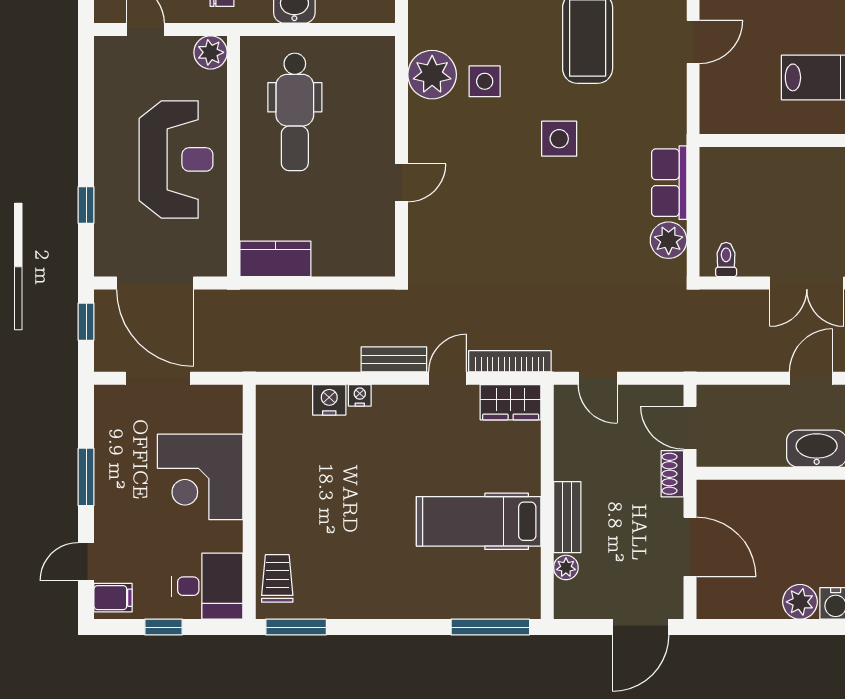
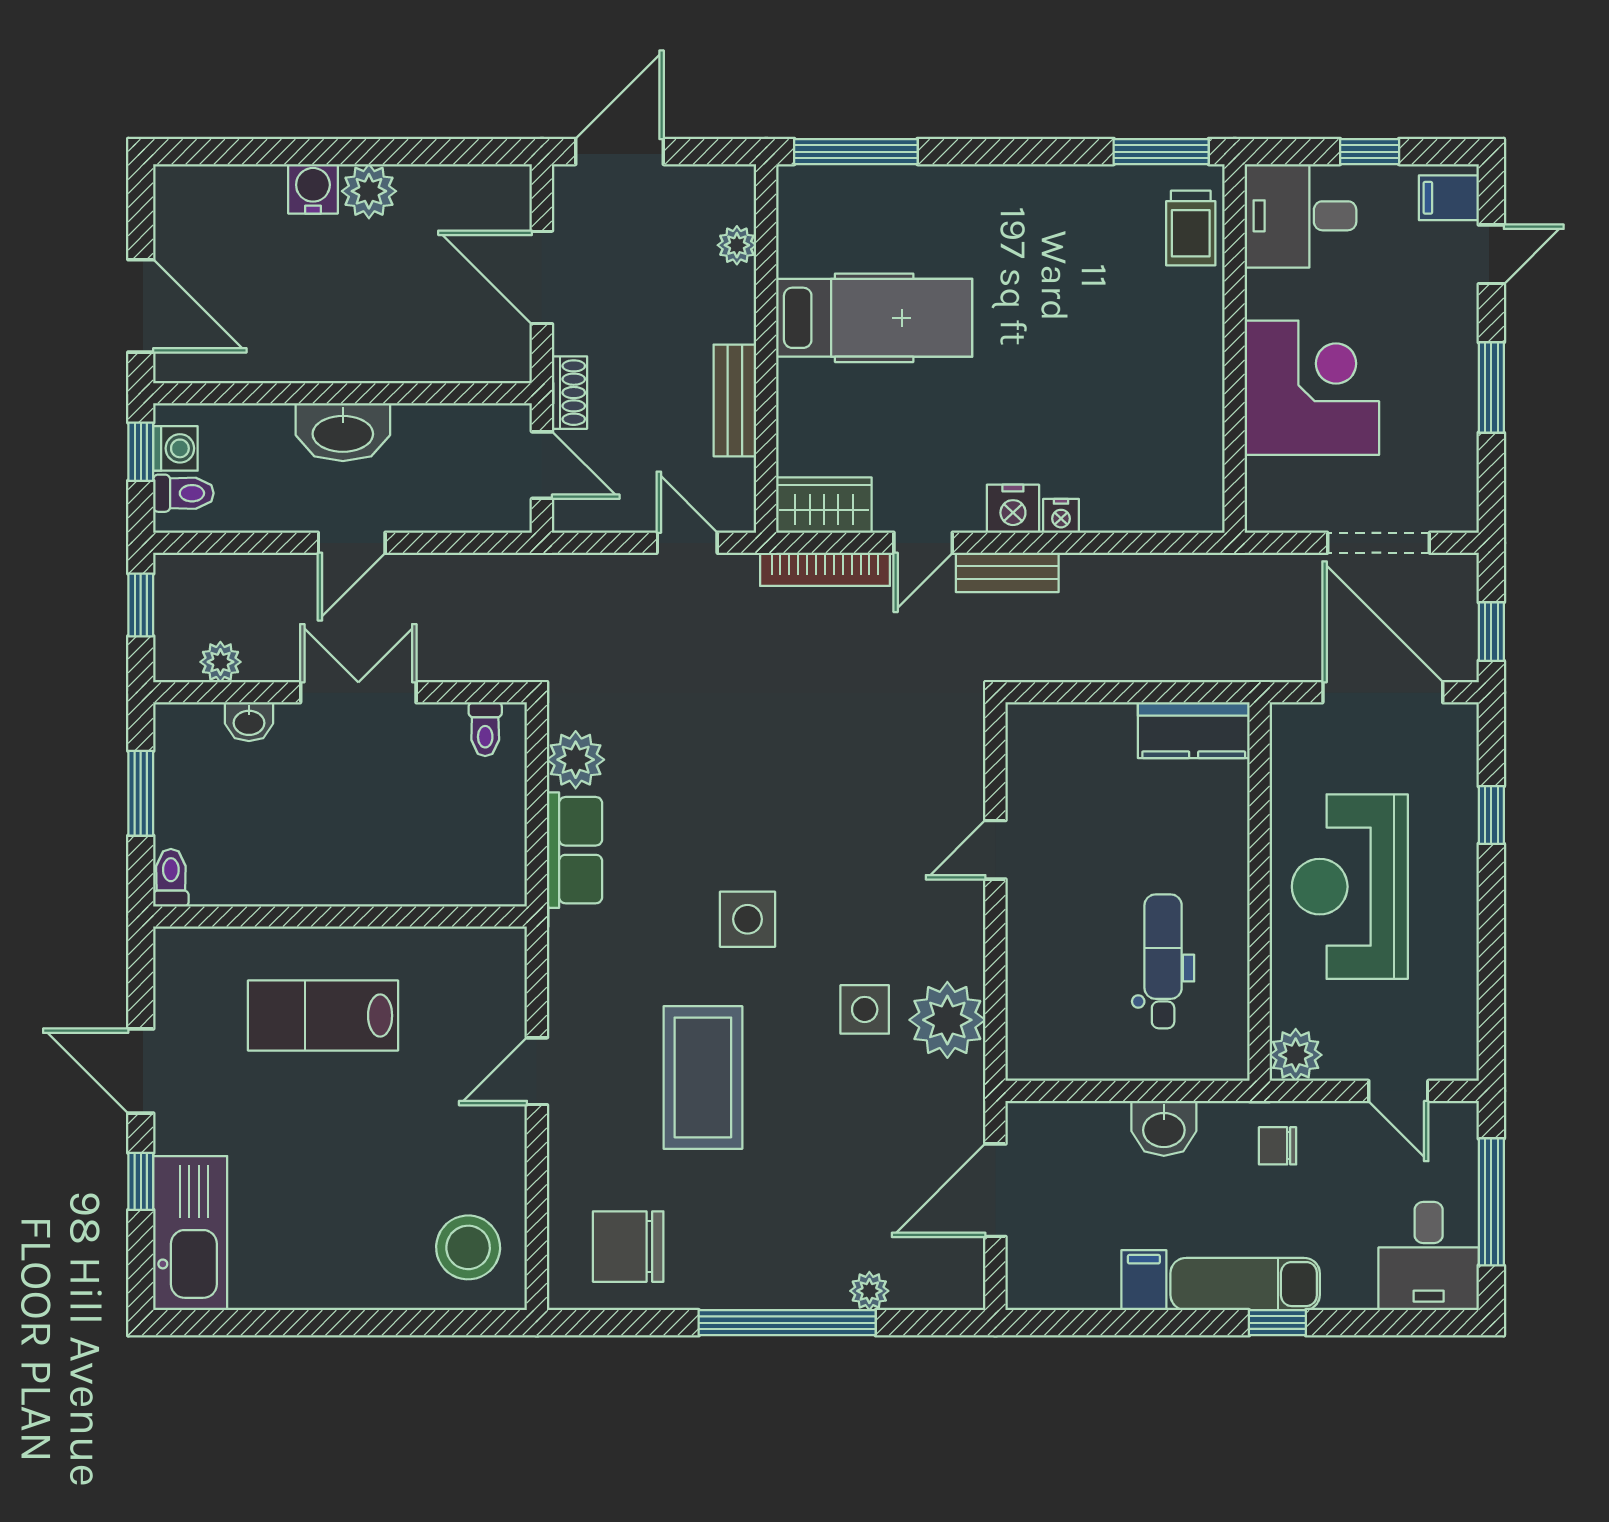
dental chair: (295, 112) -> (1163, 961), width x0.73, depth x0.72
nightstand: (329, 400) -> (1013, 509), moved
bench: (567, 517) -> (735, 400), moved

